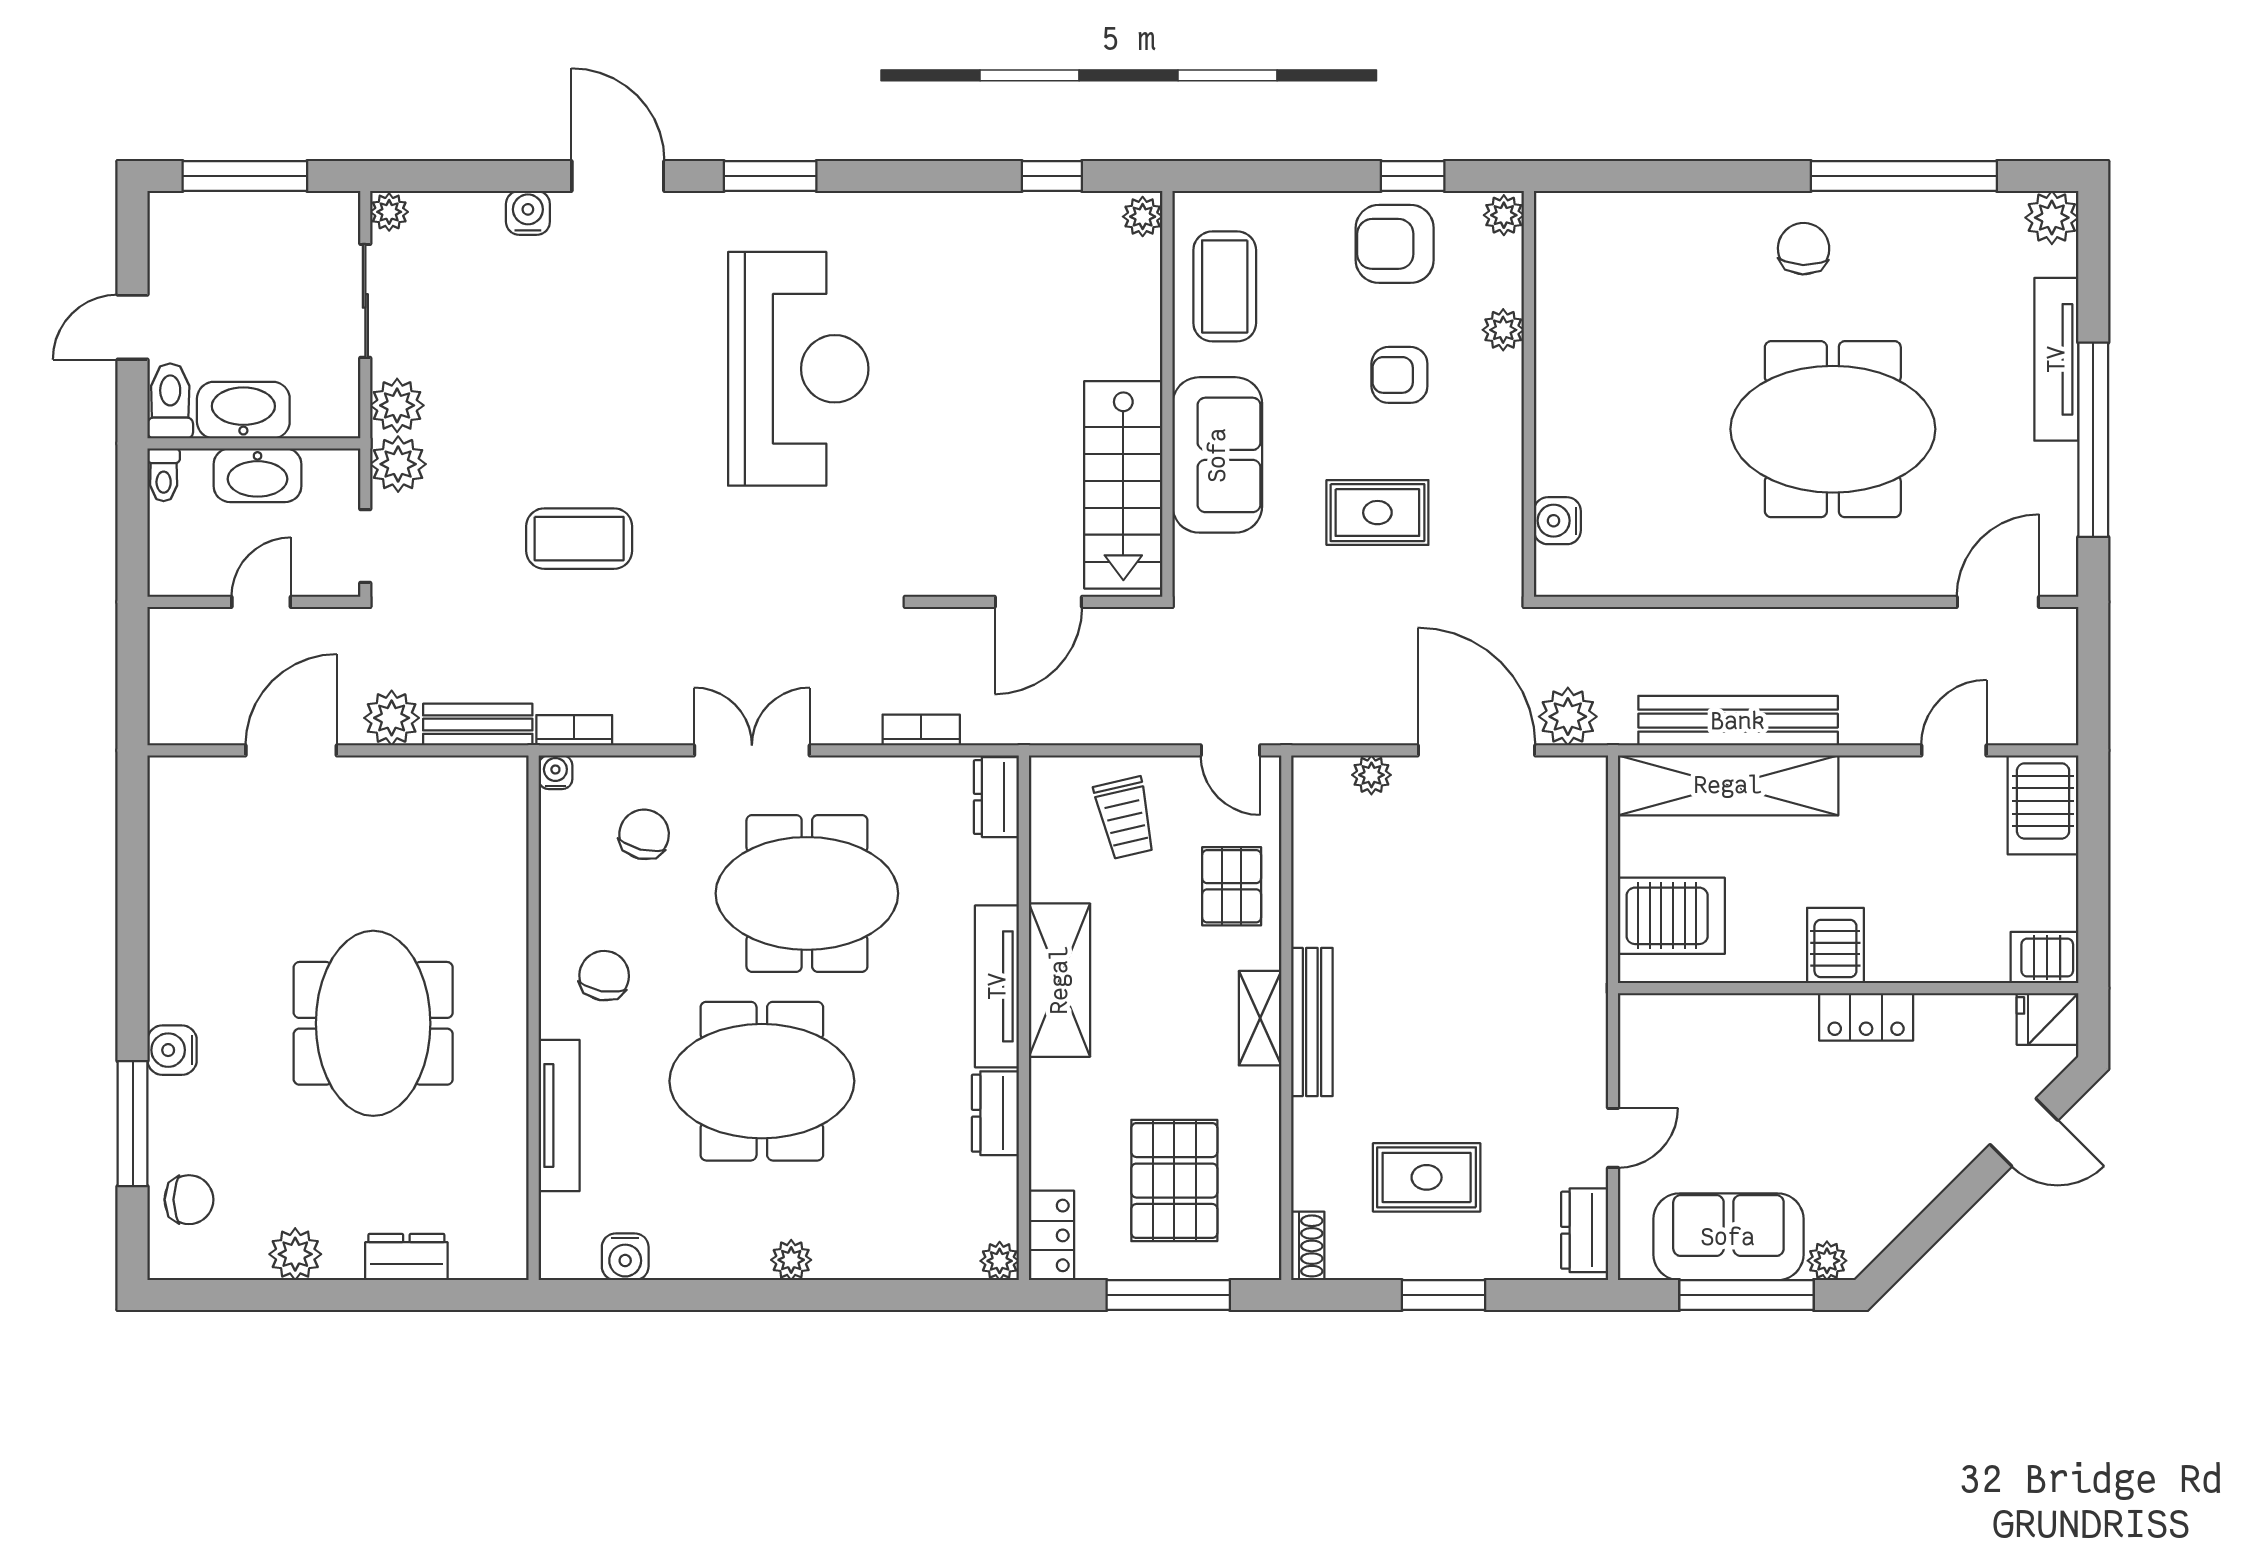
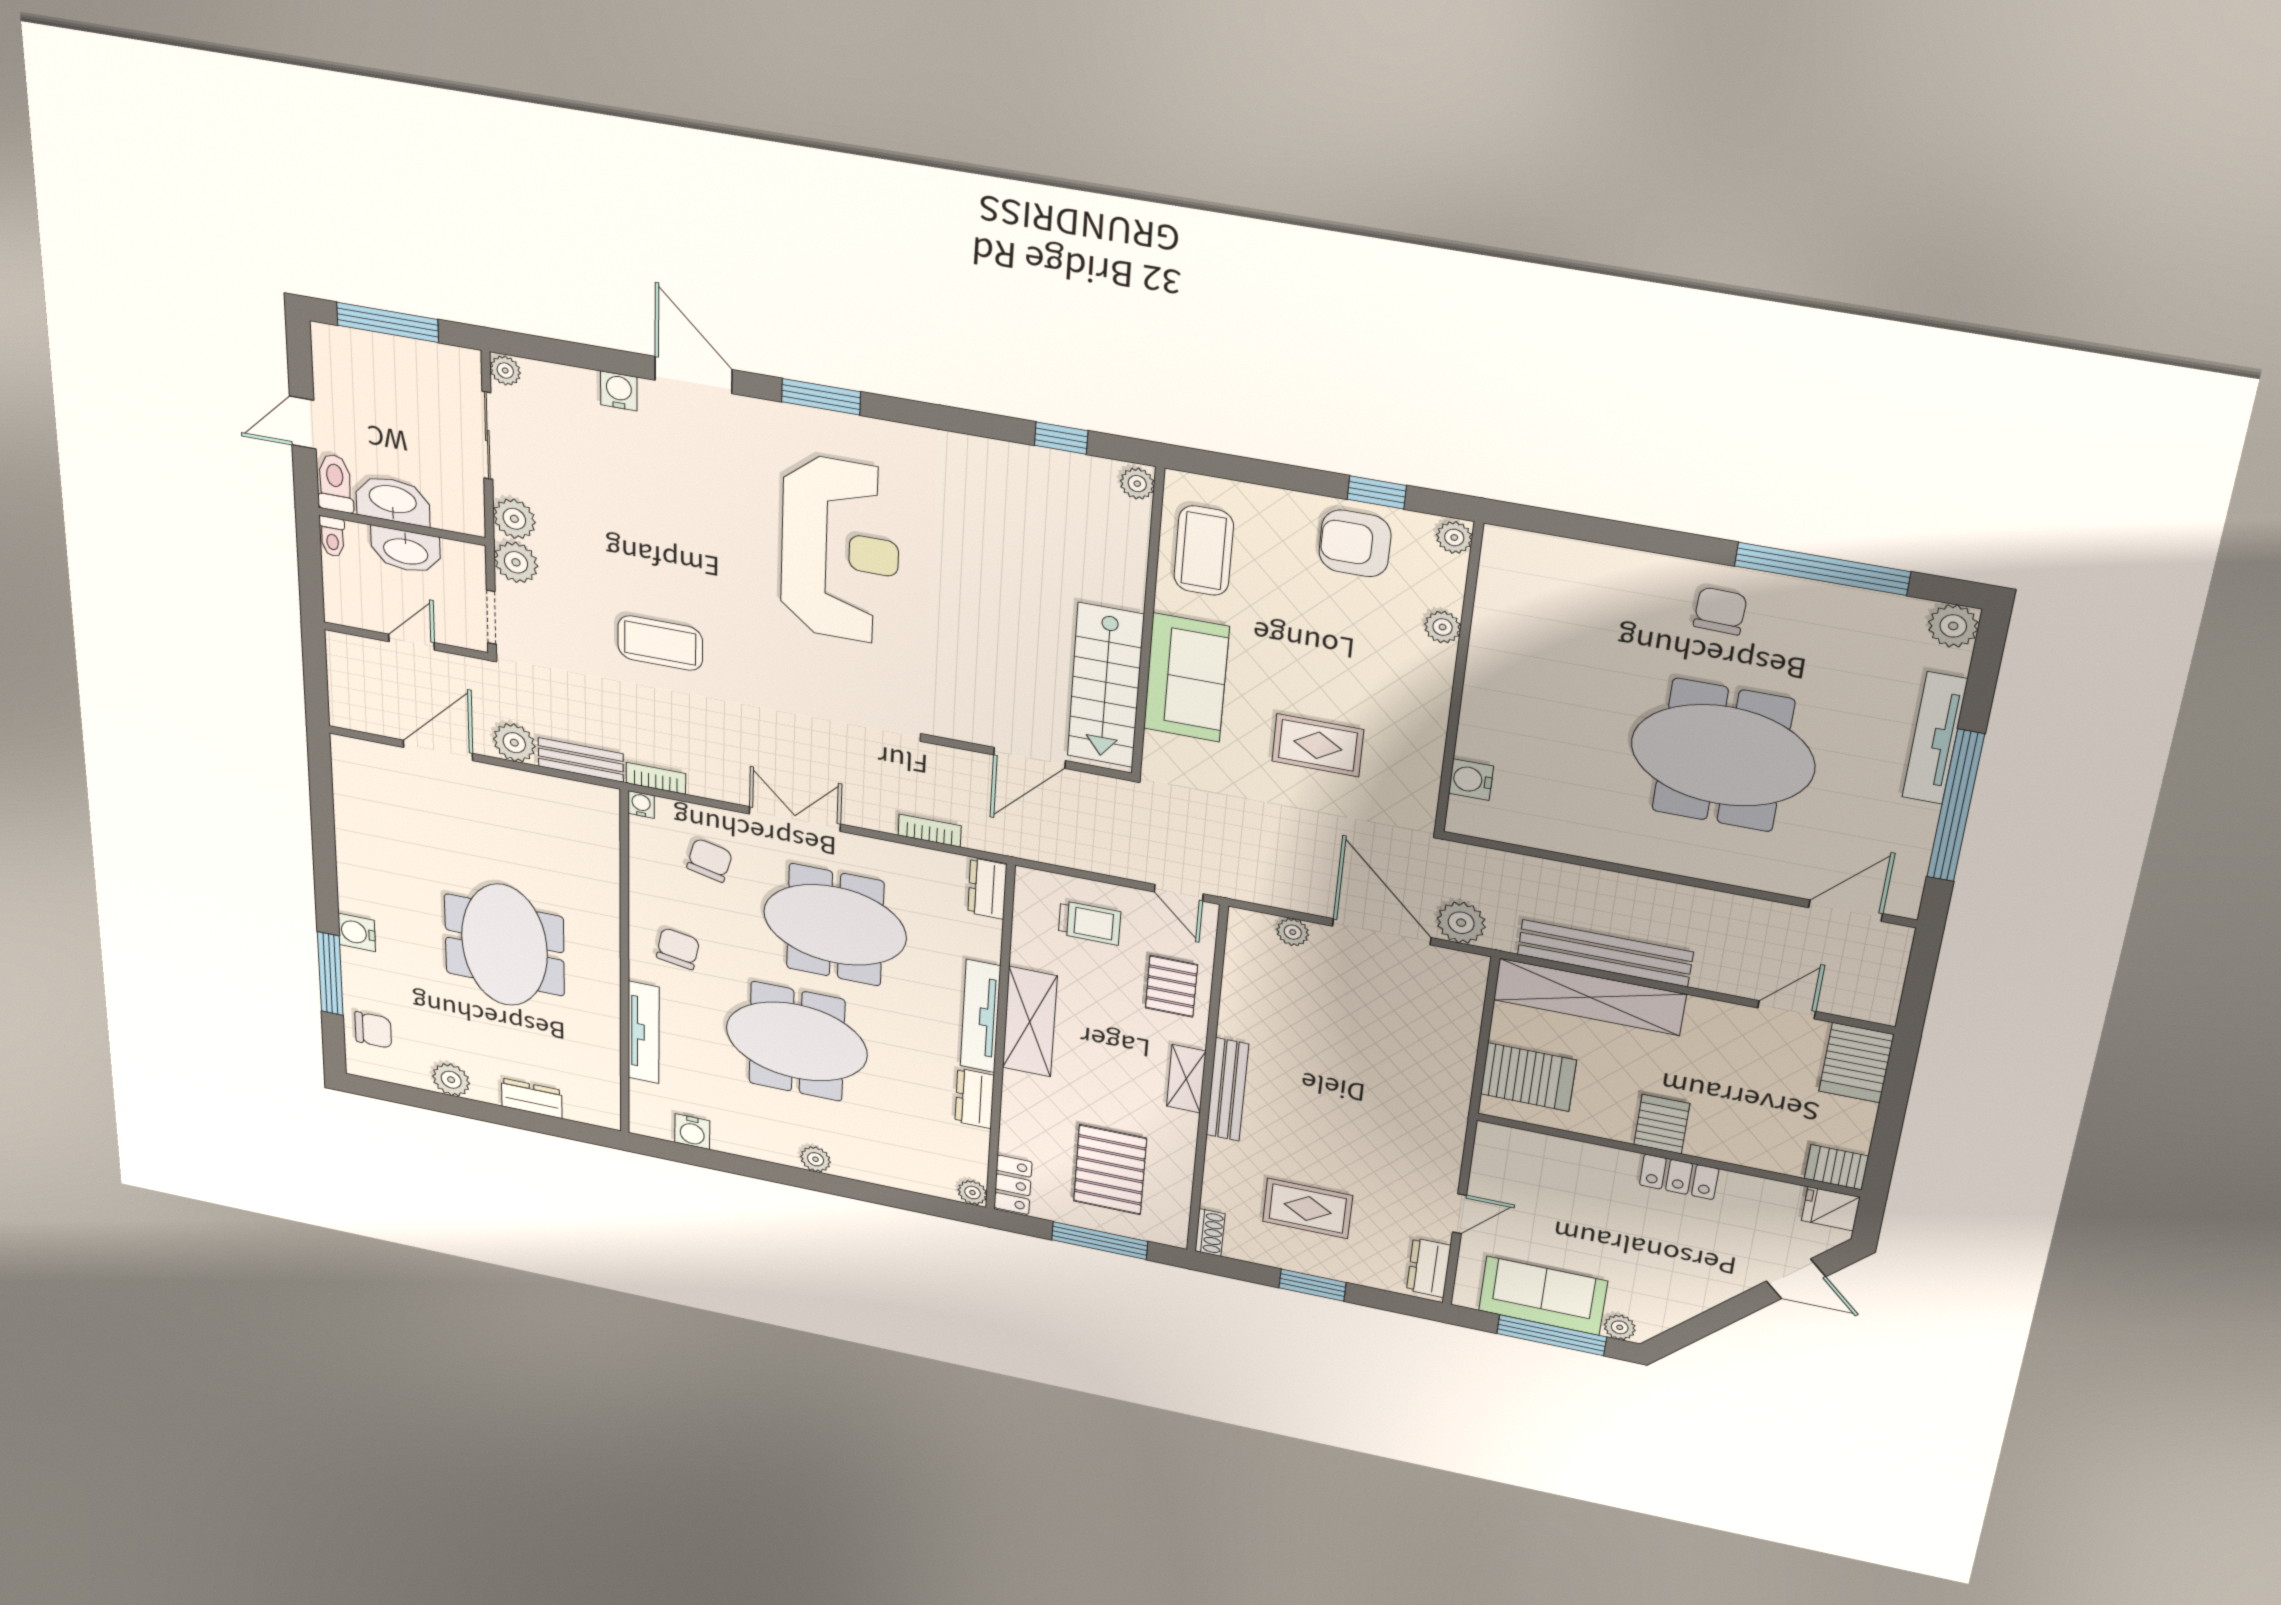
armchair: (1399, 375) -> (1348, 646), removed
trolley: (1125, 818) -> (1089, 923), turned -77

